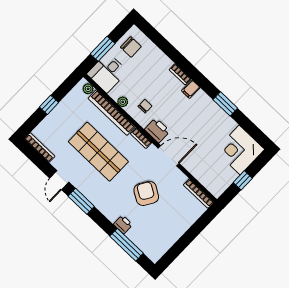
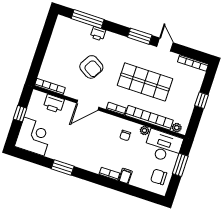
desk: (107, 73) -> (163, 146), width x1.37
filing cabinet: (191, 89) -> (125, 176), moved
printer: (157, 130) -> (54, 104), moved

